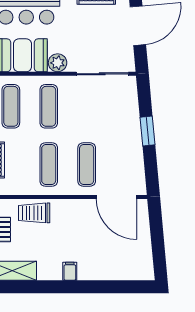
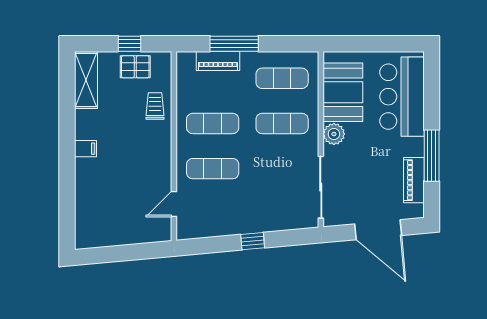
window: (147, 131) -> (253, 241), width x0.67
door: (116, 197) -> (174, 204), width x0.53
trolley: (34, 213) -> (155, 106), width x0.73, depth x0.72

